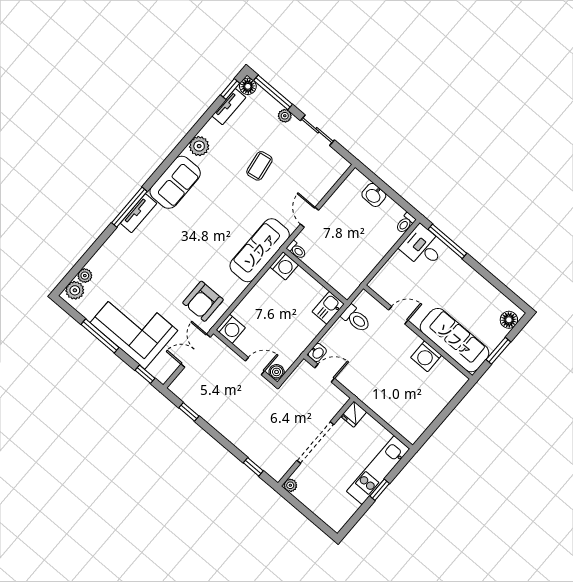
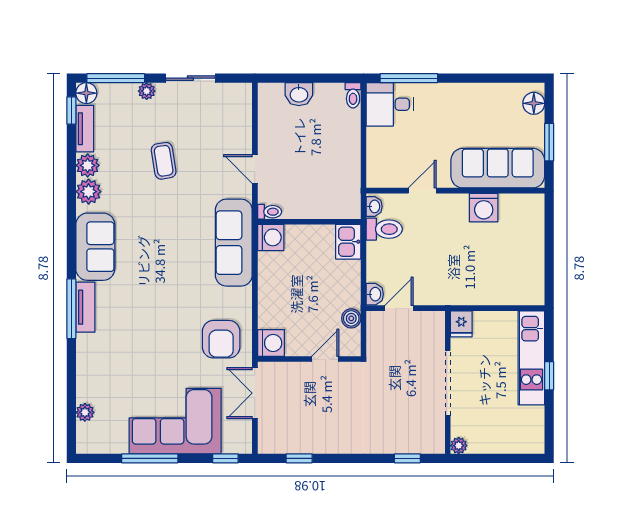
plant: (75, 290) -> (88, 165), moved
washbasin: (362, 300) -> (374, 206), added
boiler: (277, 372) -> (351, 318), moved

